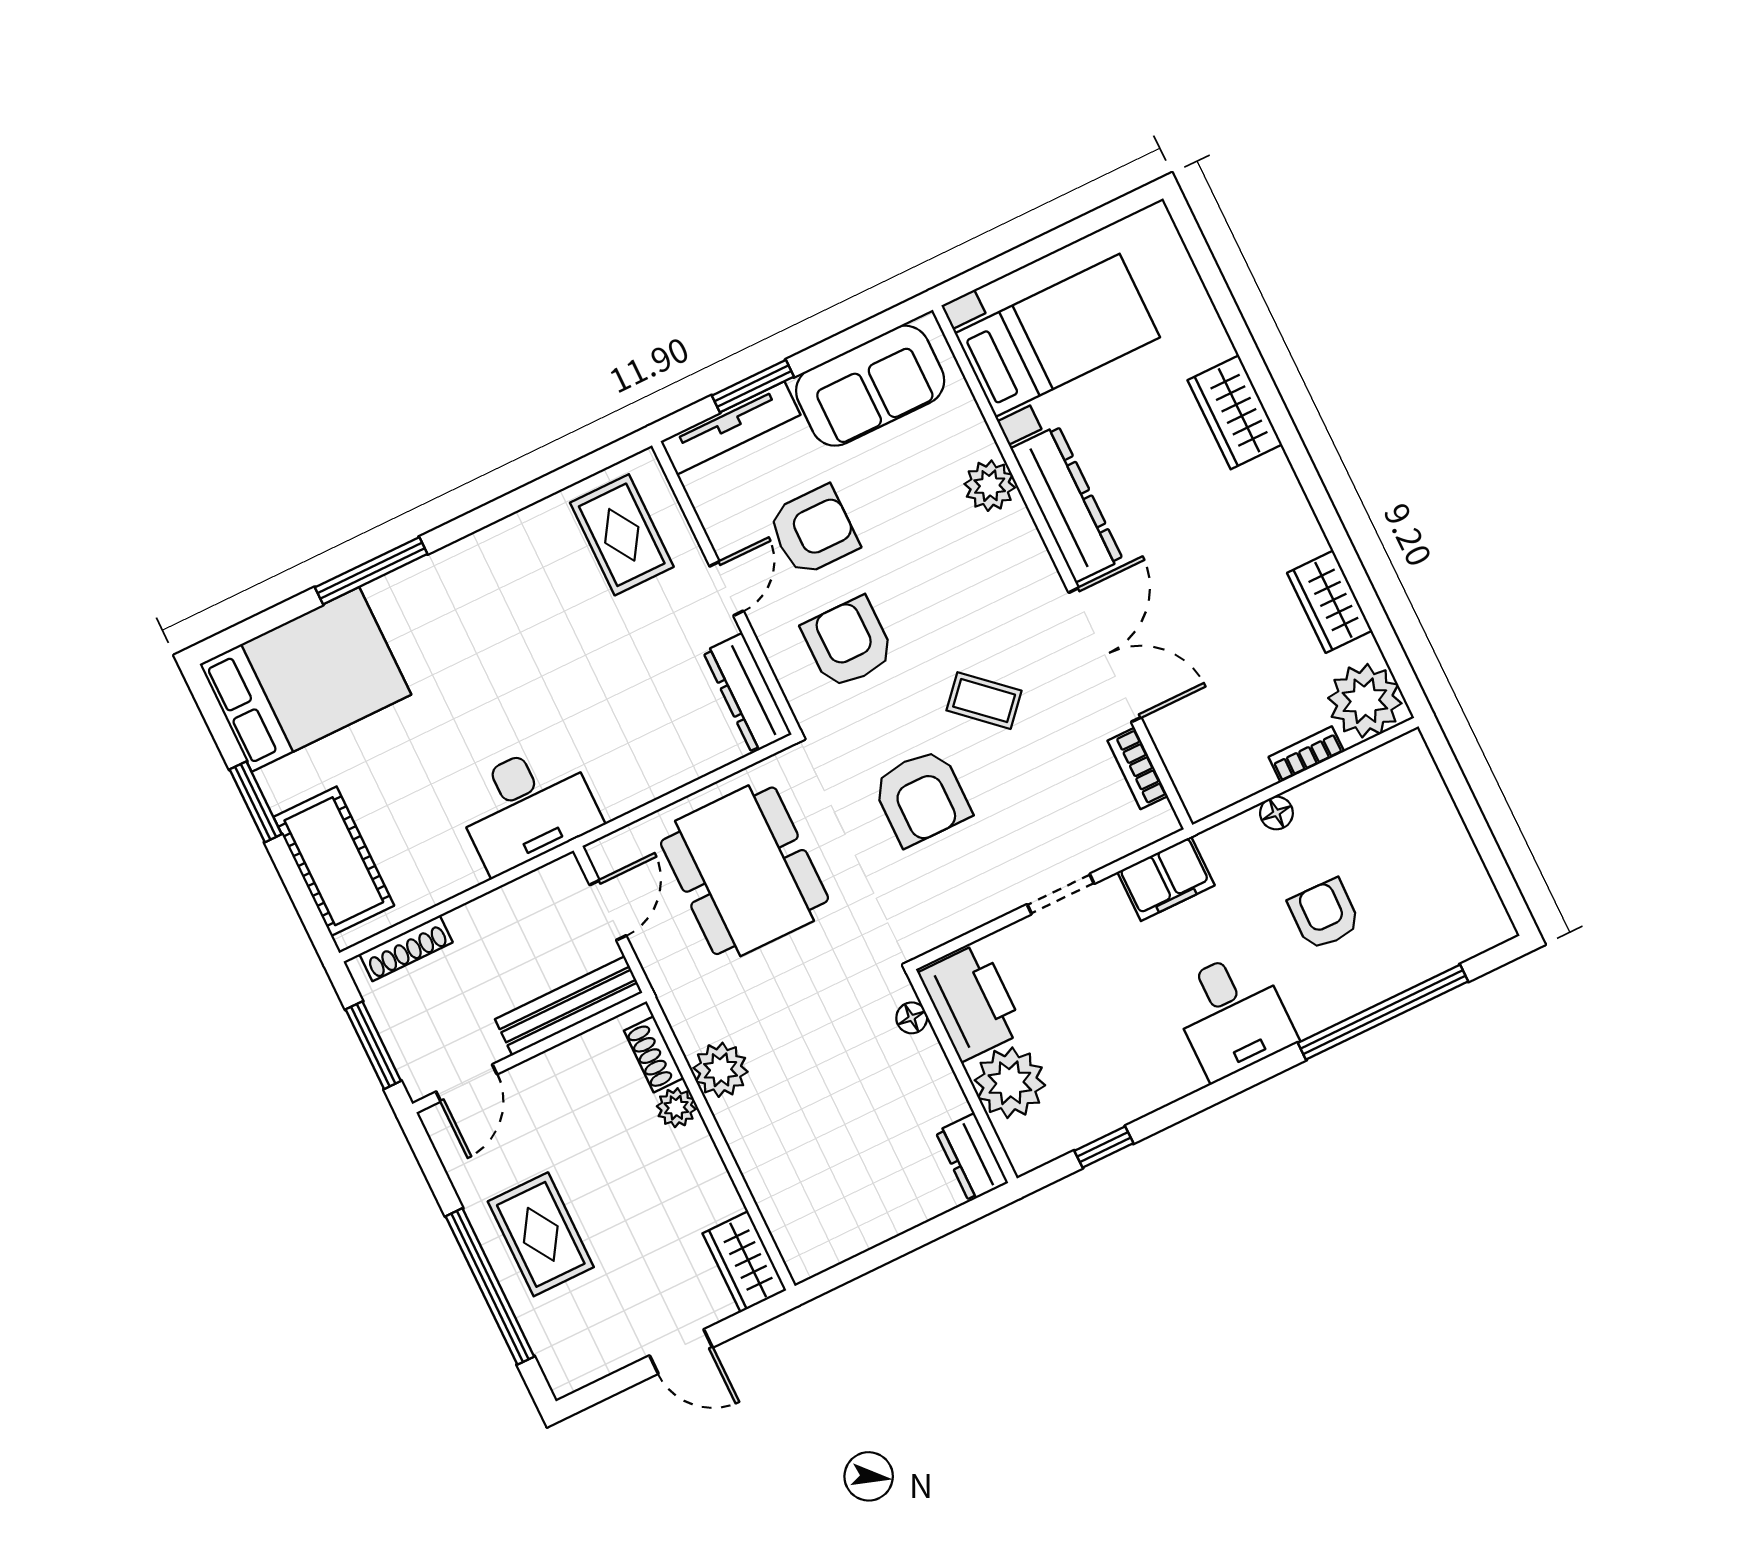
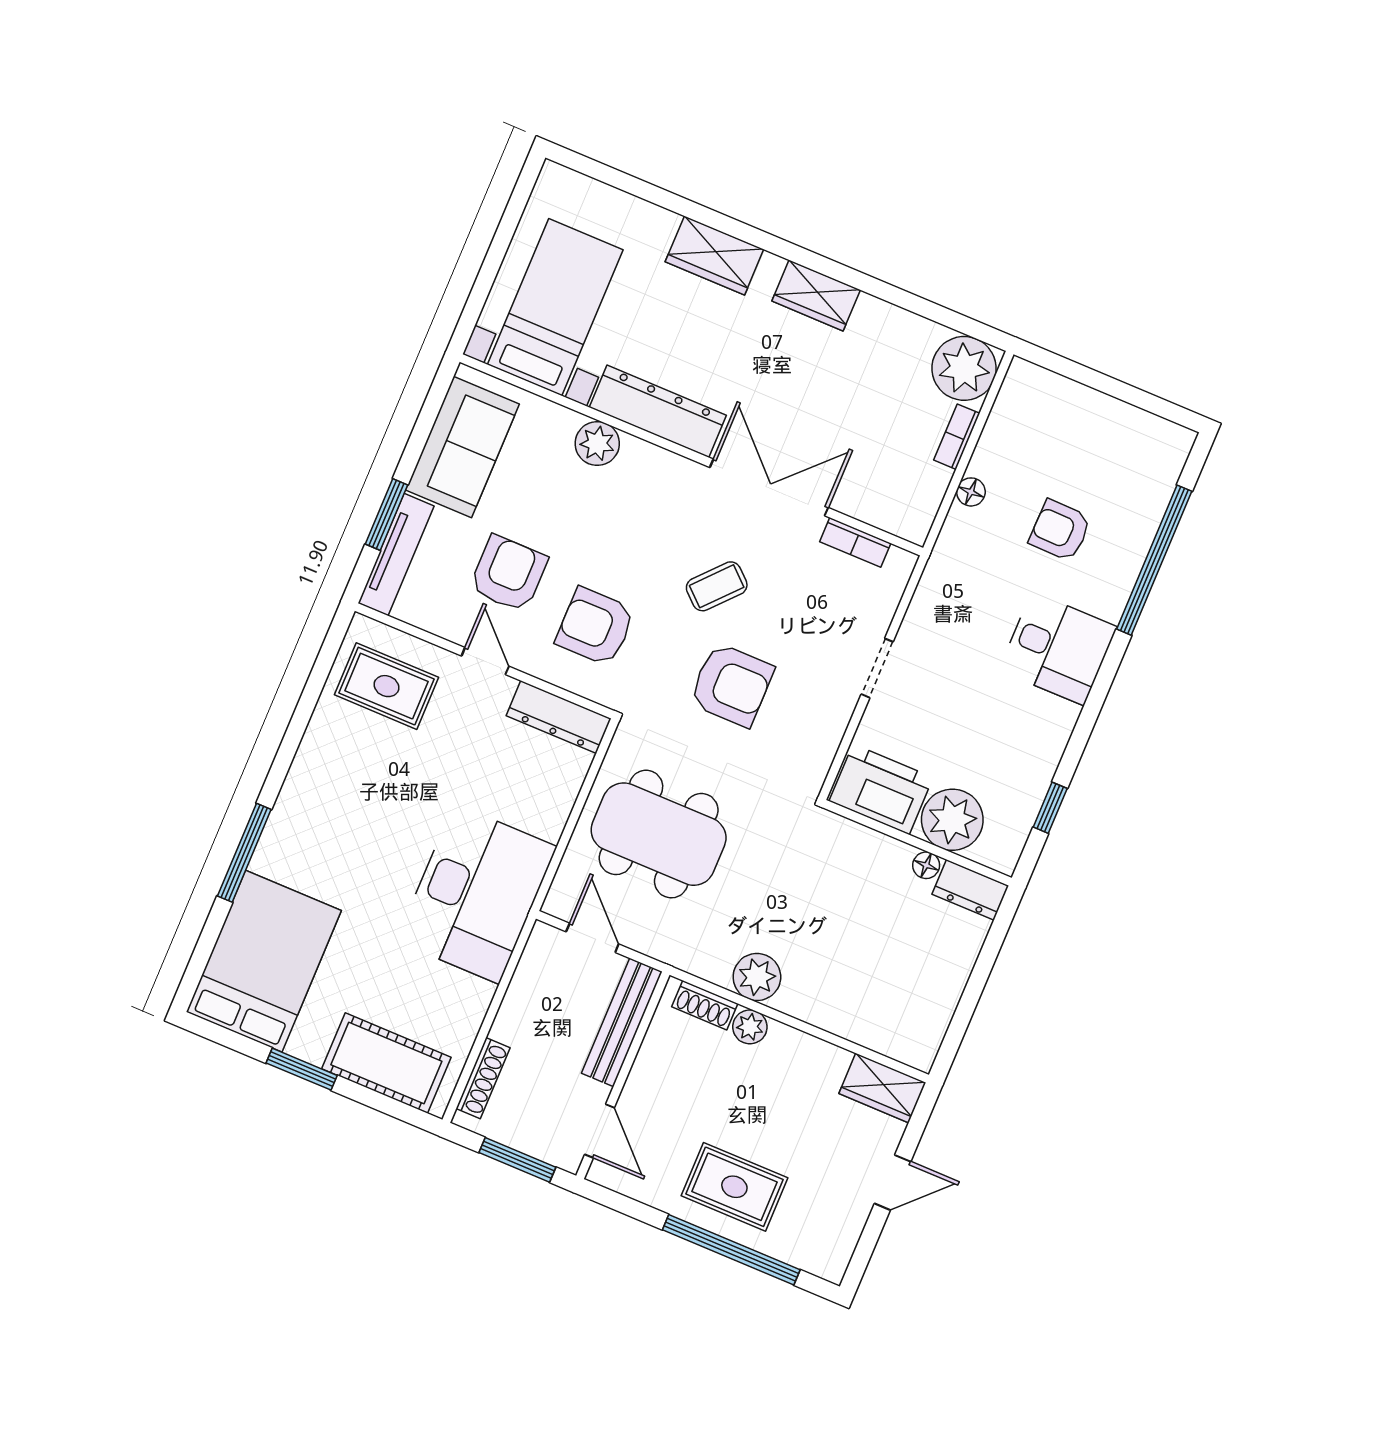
wardrobe: (1330, 602) -> (816, 295), moved
desk: (527, 807) -> (477, 894), width x1.36, depth x1.30
filing cabinet: (1166, 879) -> (937, 598), removed
floor lamp: (912, 1018) -> (926, 865), moved

